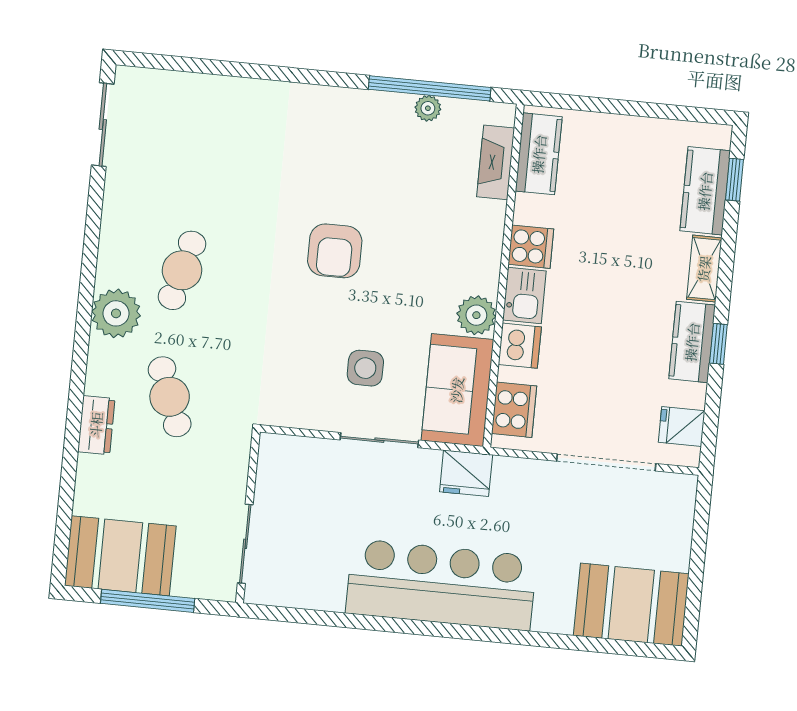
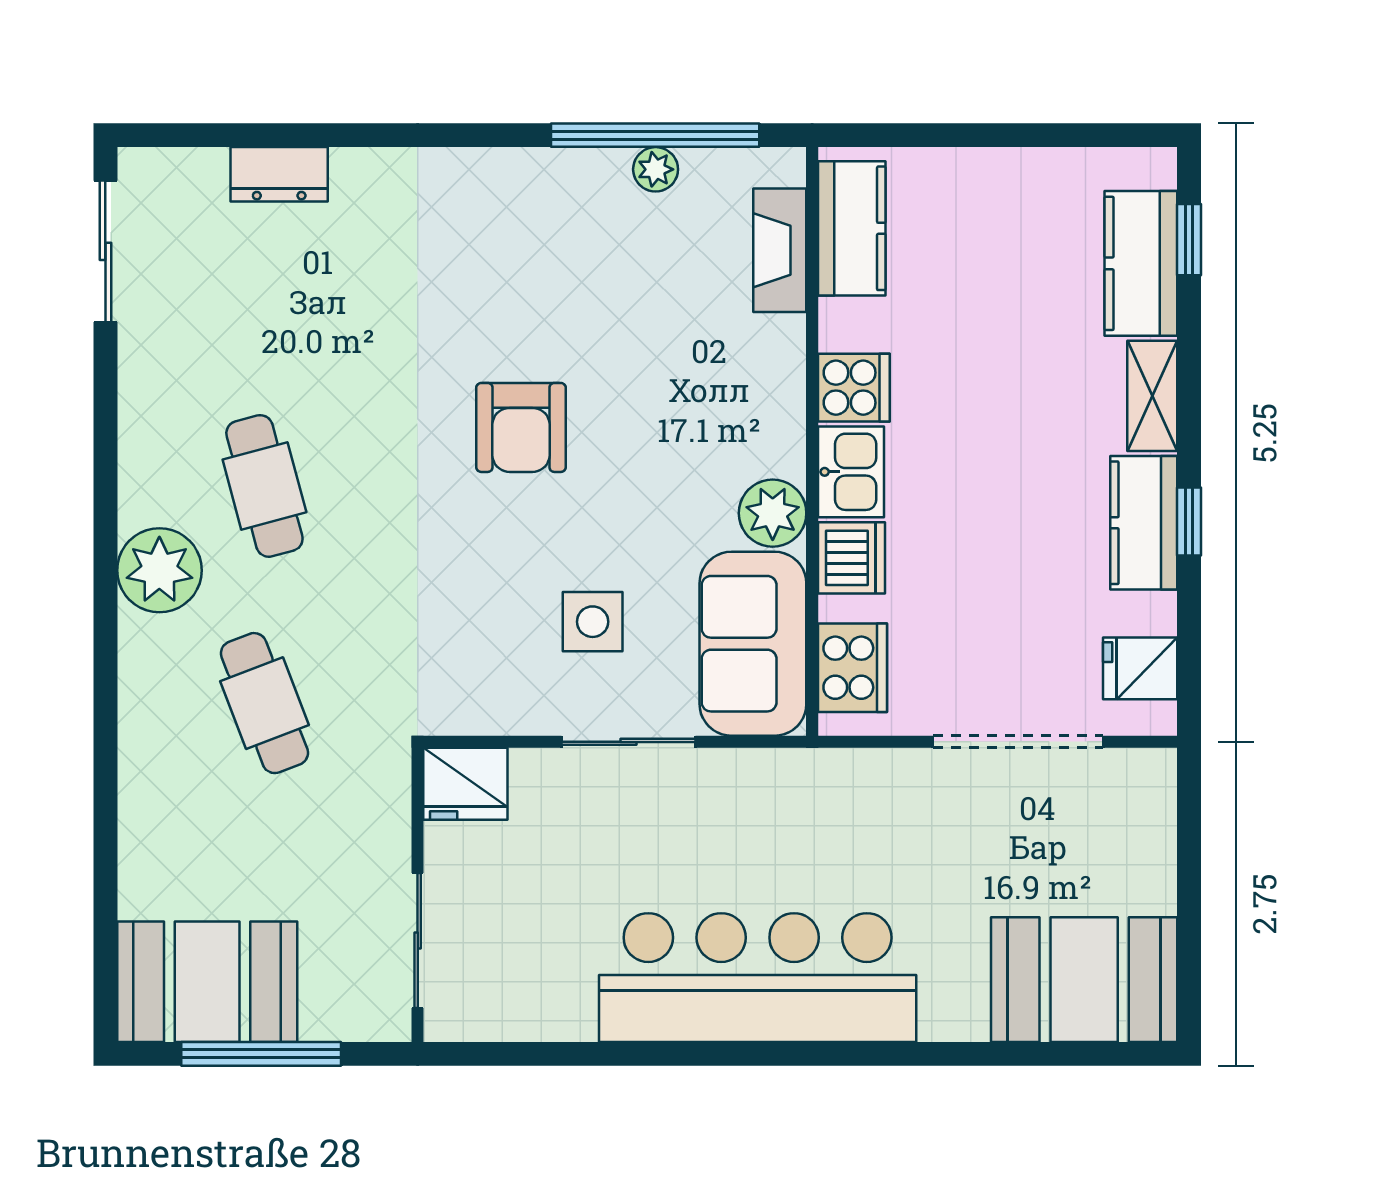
cafe table: (182, 270) -> (264, 486), turned -30
dresser: (96, 425) -> (279, 174), moved, turned 90
fridge: (466, 473) -> (465, 784), moved

